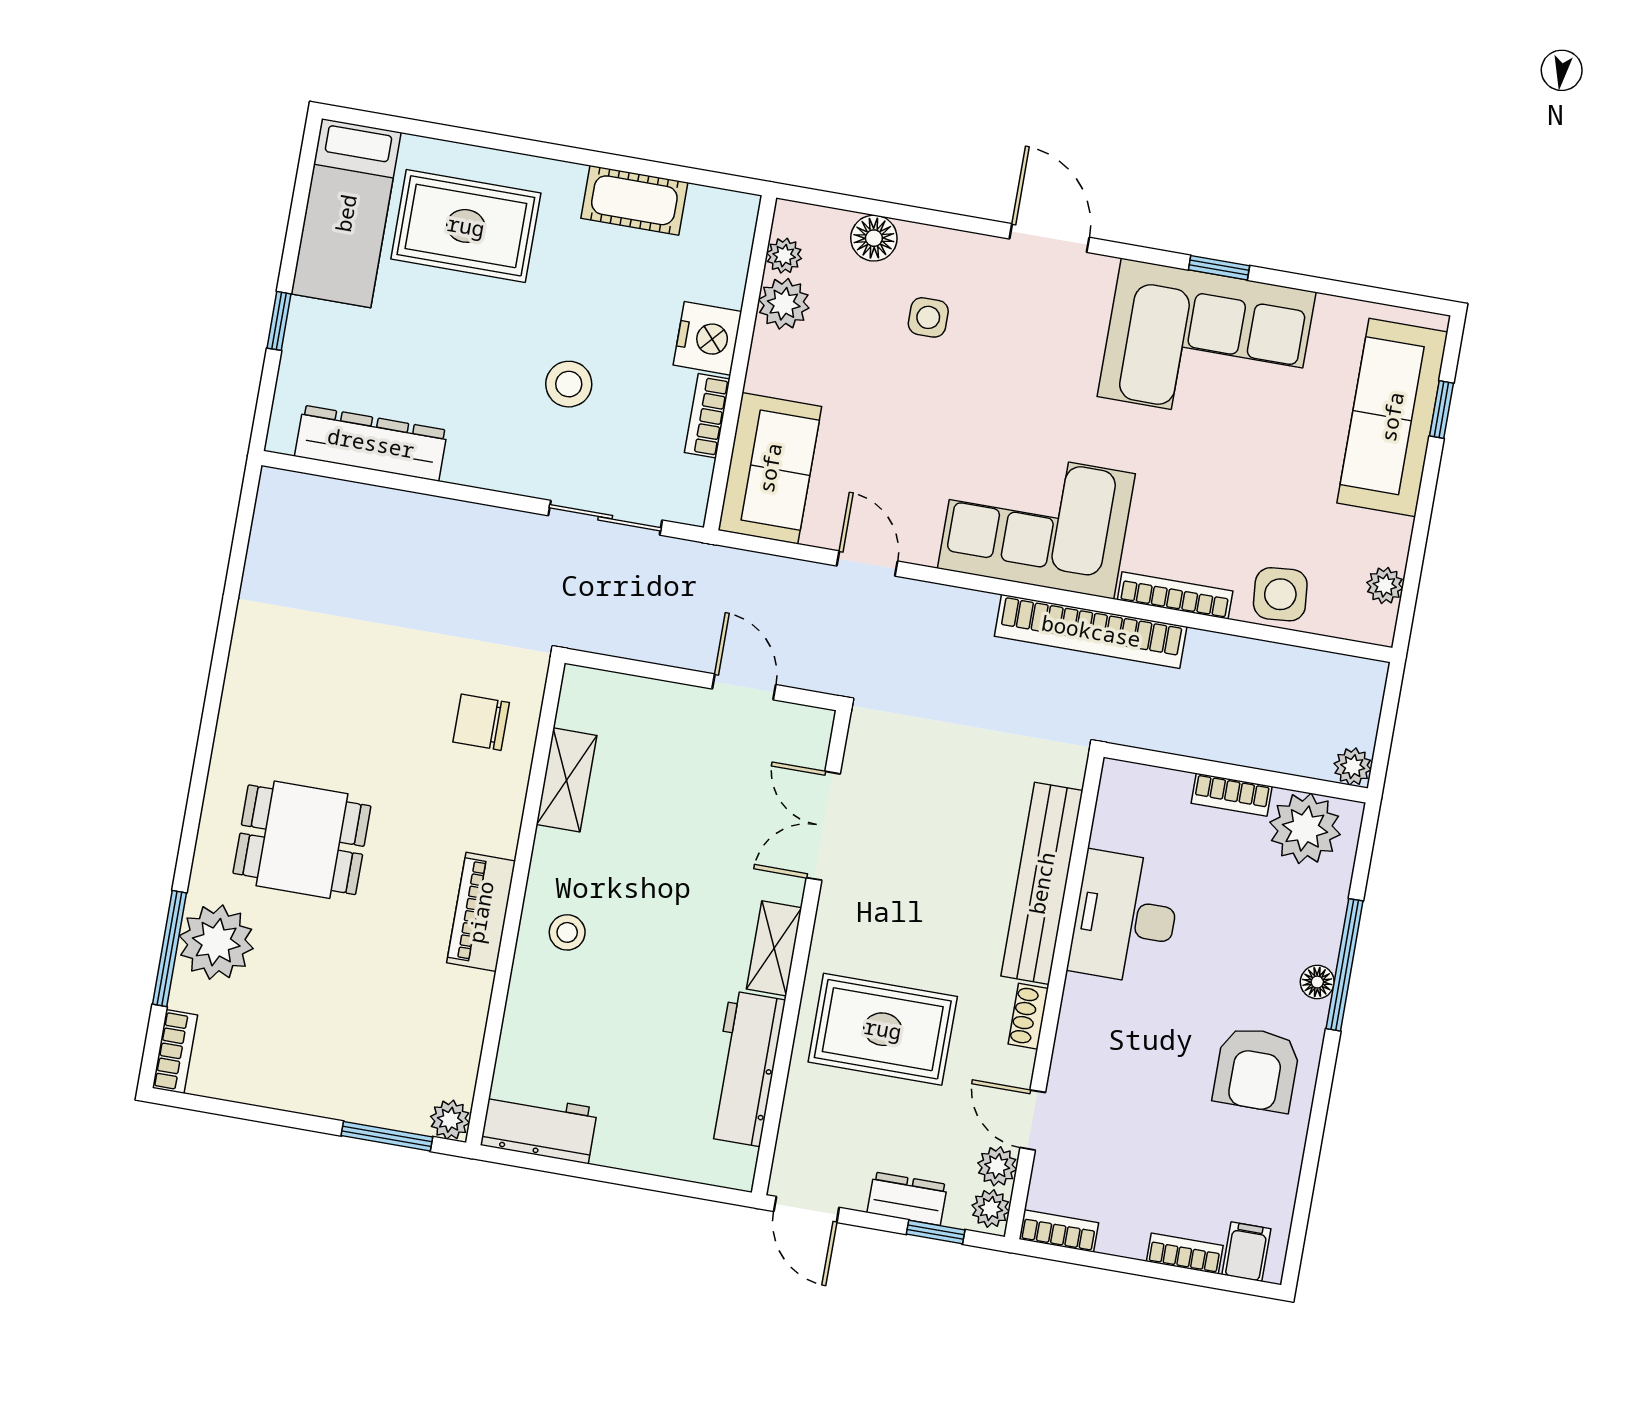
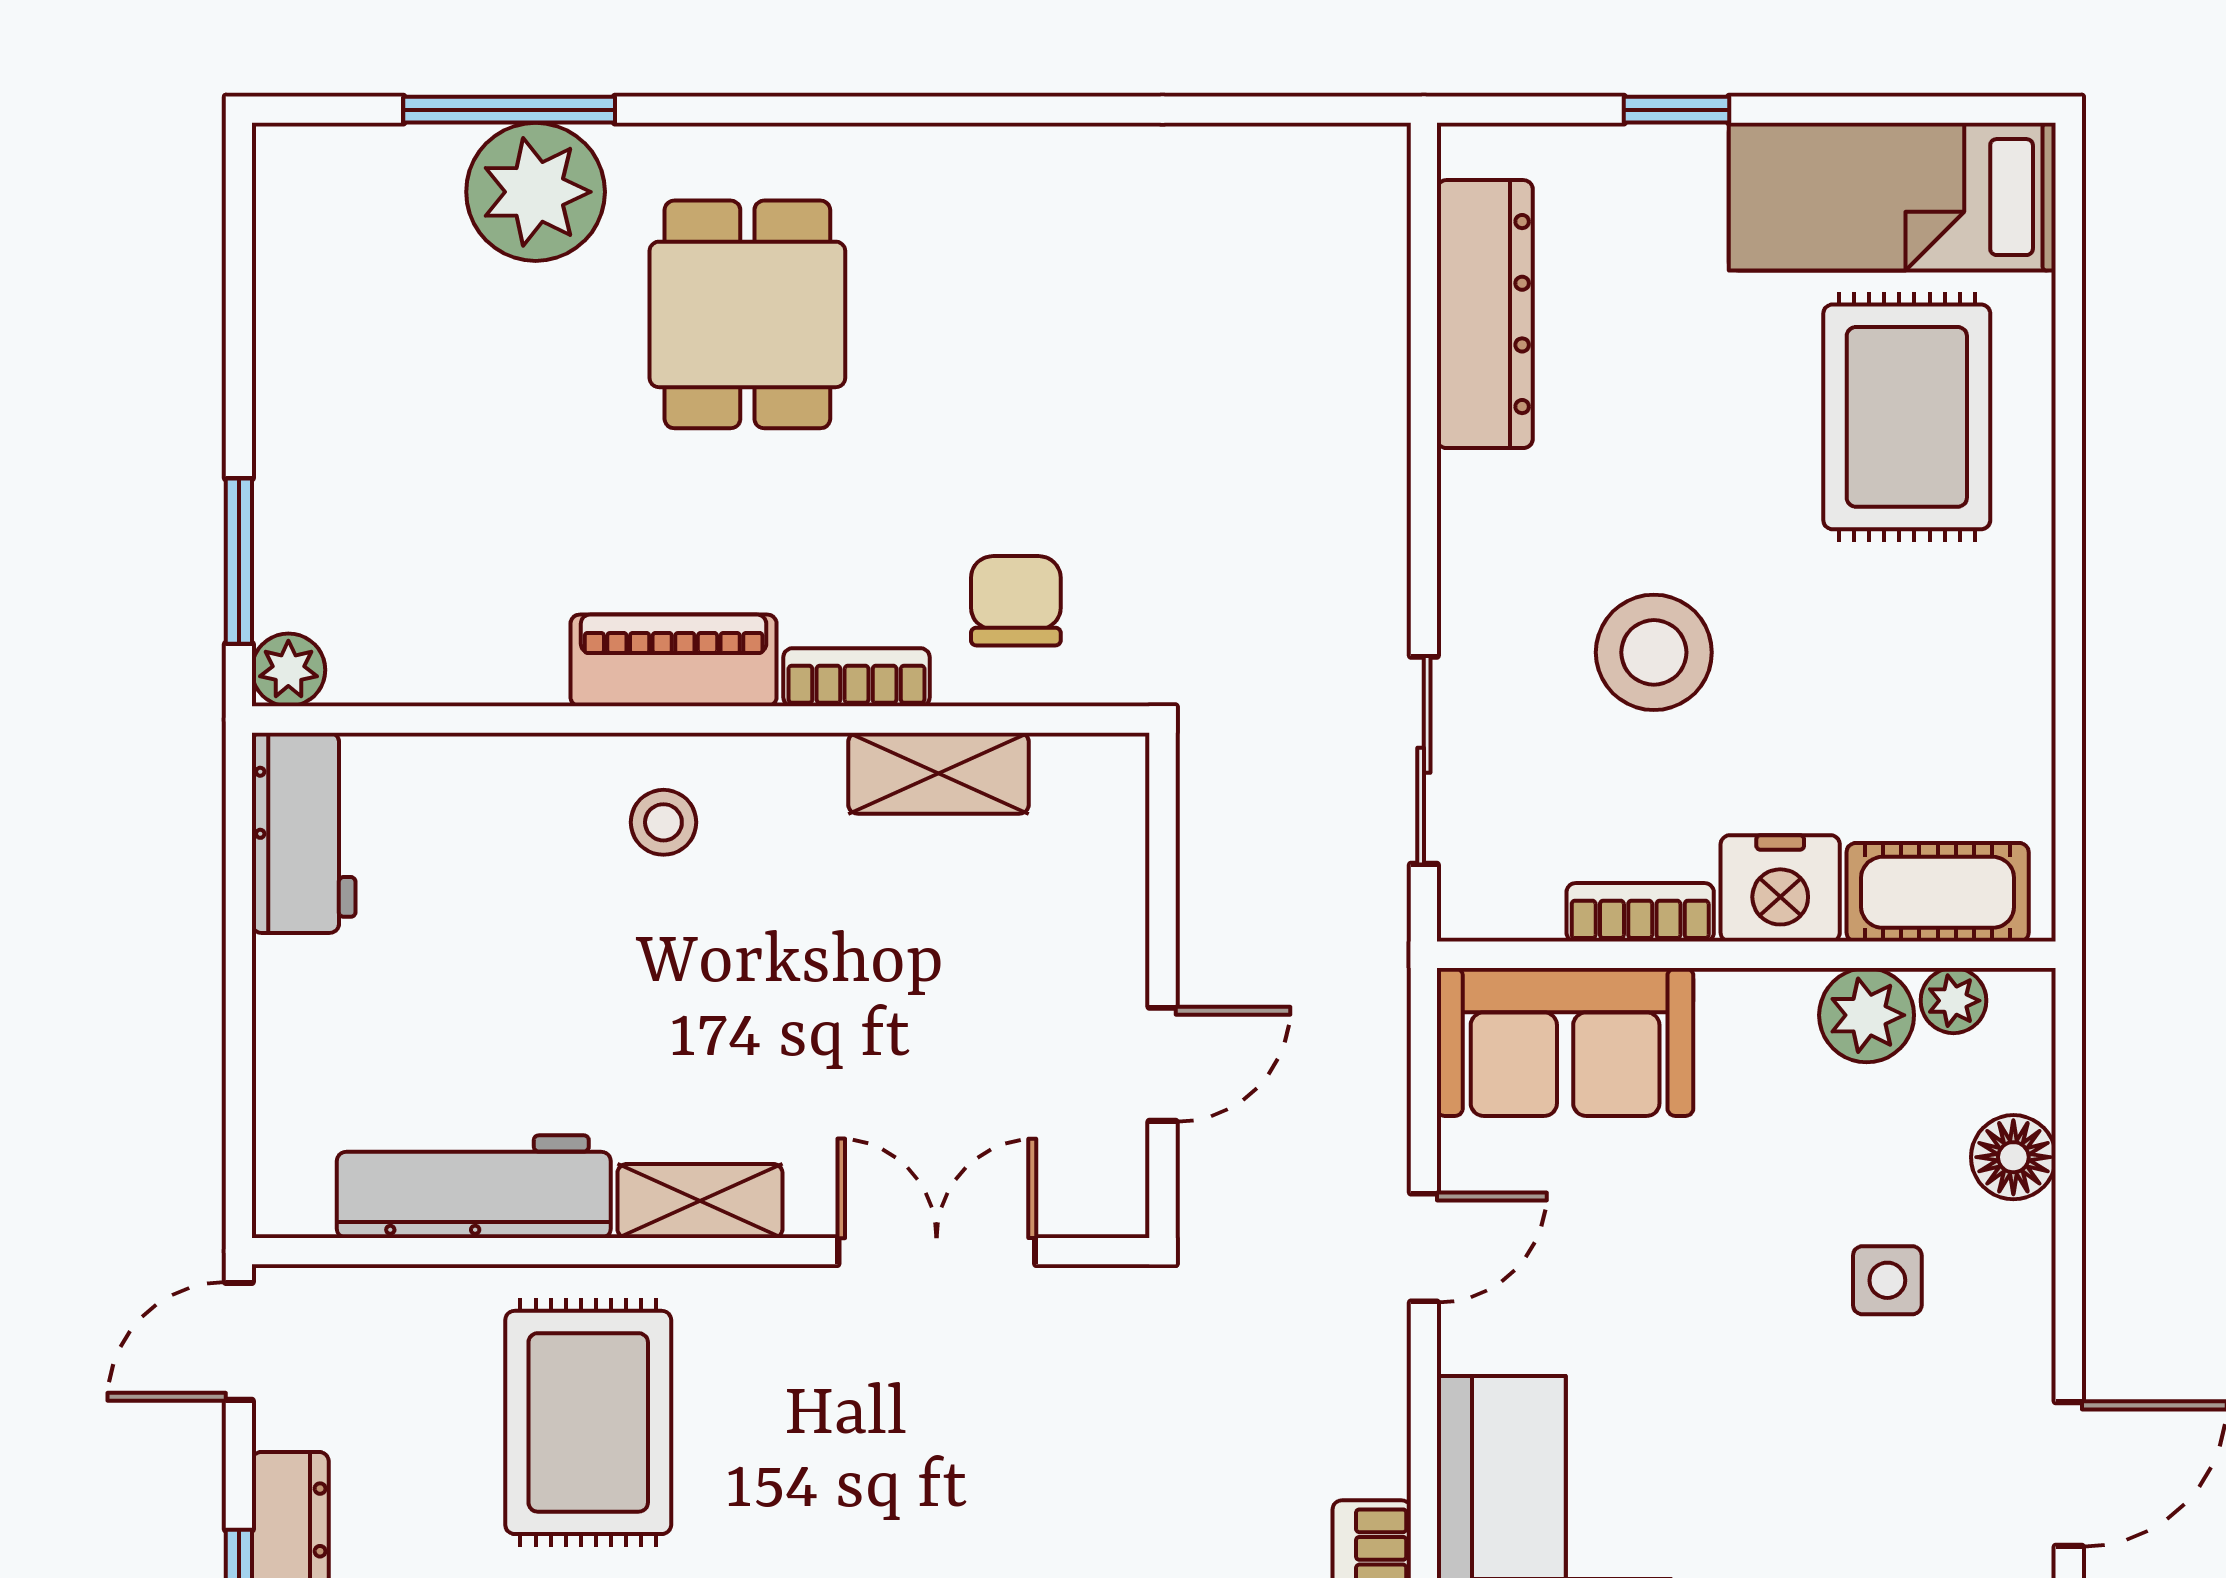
cot: (634, 200) -> (1938, 892), moved, turned 90
stool: (569, 384) -> (1654, 652), width x1.38, depth x1.38
bookcase: (175, 1052) -> (857, 677), moved, turned 180

